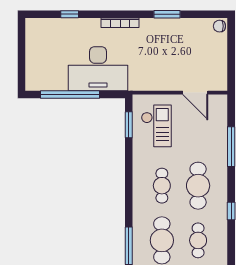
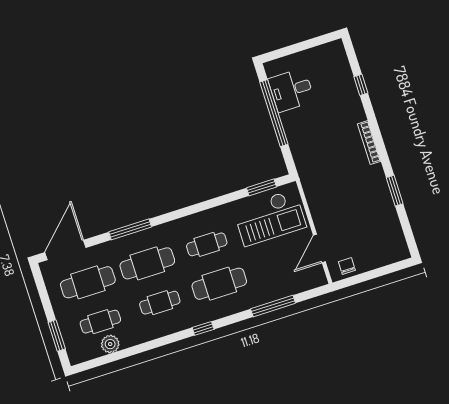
chair: (219, 26) -> (347, 266), moved
desk: (98, 69) -> (291, 90), moved, width x0.53, depth x0.77
checkout: (156, 126) -> (270, 218), width x1.36, depth x1.21

